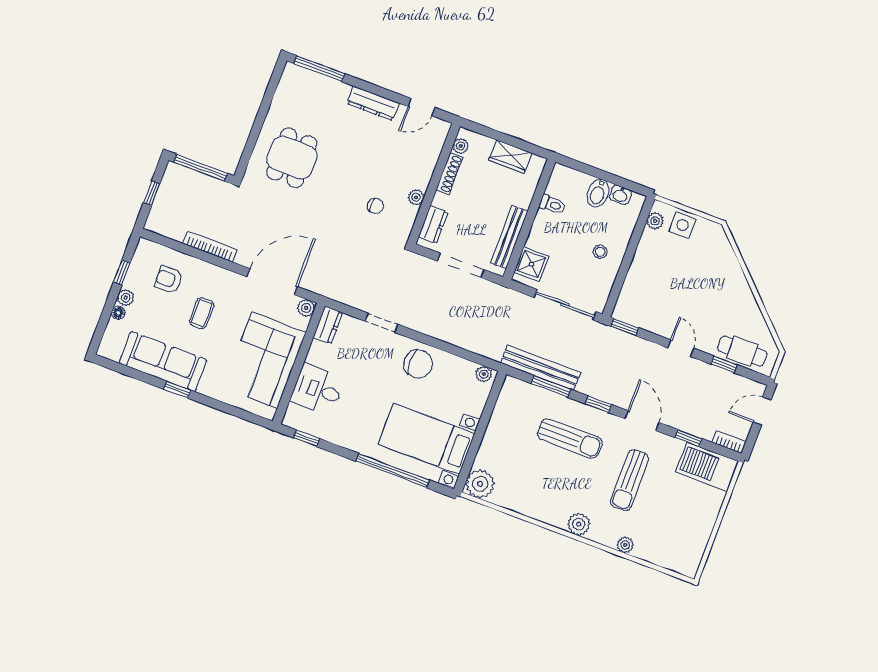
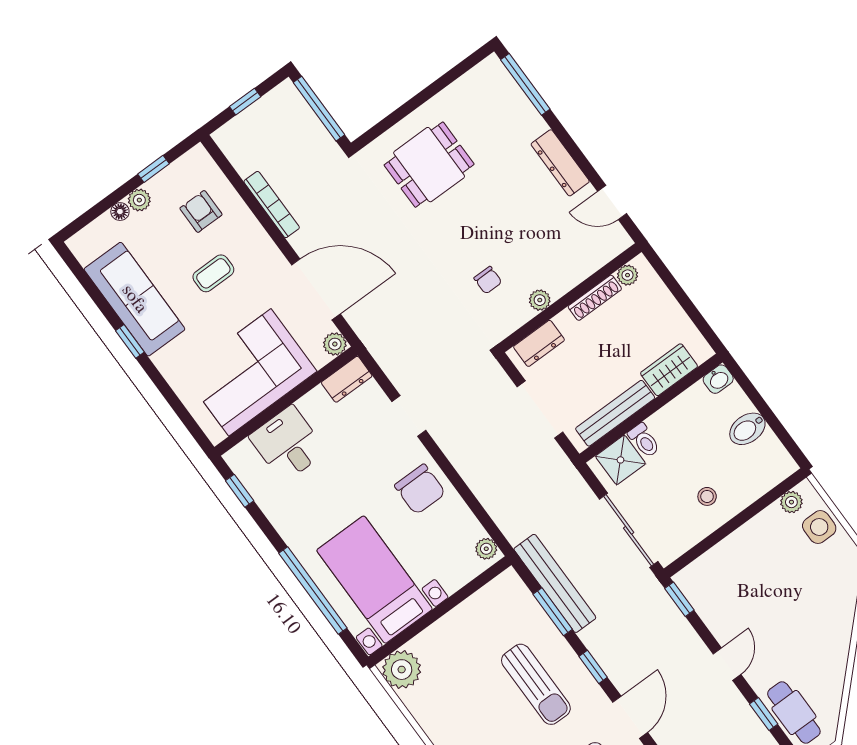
wardrobe: (510, 157) -> (669, 370), moved, turned 90
washbasin: (620, 195) -> (718, 379), moved, turned -90
toilet: (552, 205) -> (644, 440), moved

